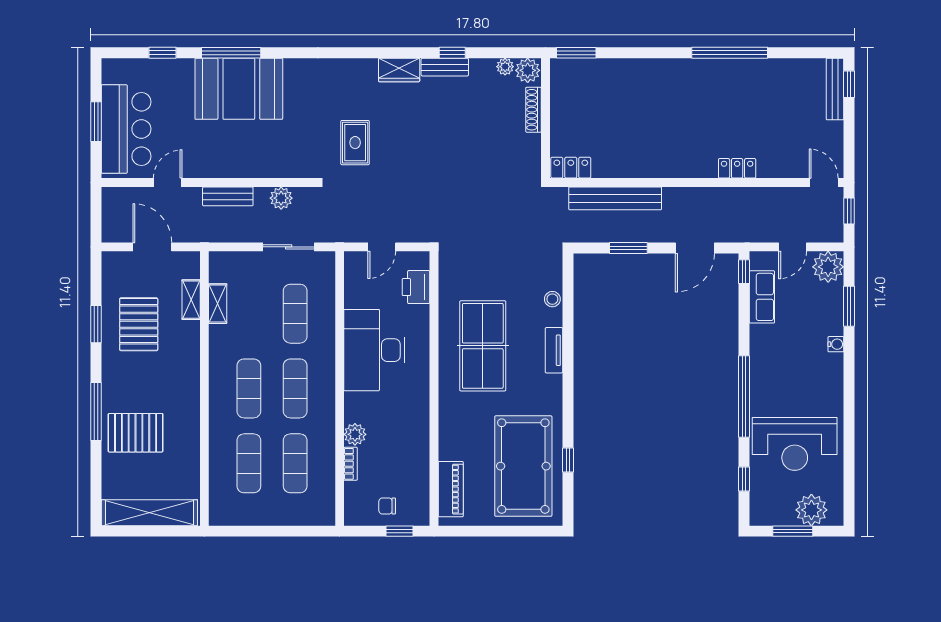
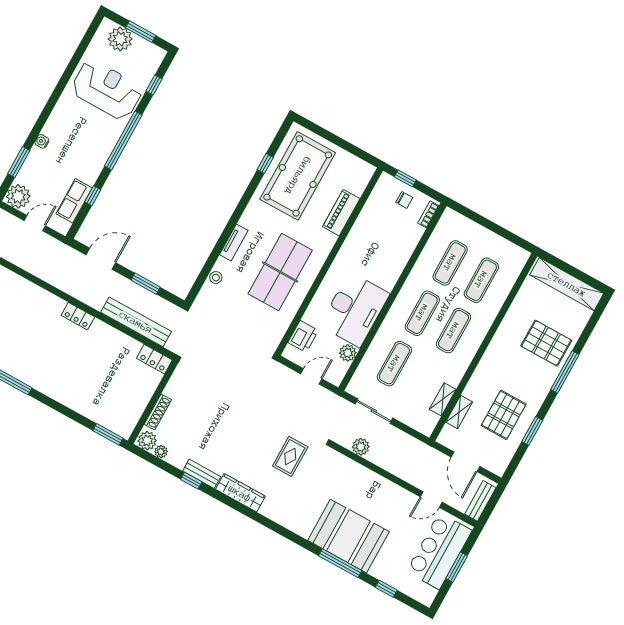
wardrobe: (399, 70) -> (240, 493), width x1.50
locker: (737, 168) -> (78, 316), moved
bench: (228, 196) -> (480, 501), moved, turned 90
window: (744, 272) -> (93, 196), moved
plant: (355, 434) -> (348, 353), moved
bookcase: (351, 464) -> (428, 214), moved
piano: (451, 489) -> (341, 213), moved

